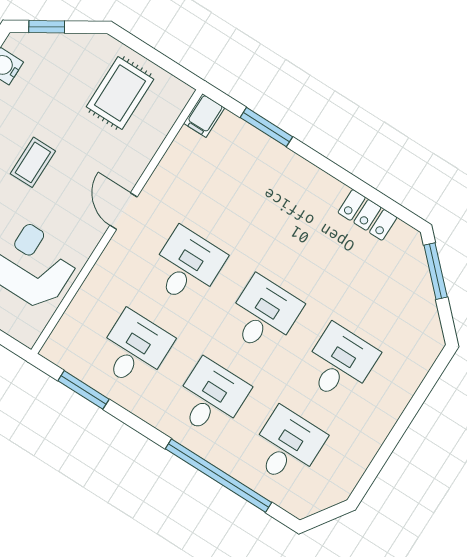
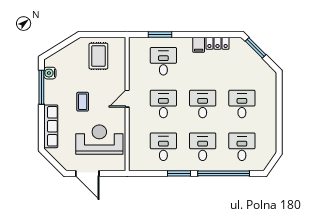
window: (47, 27) -> (56, 49), removed
filing cabinet: (204, 116) -> (199, 45), moved
desk: (240, 183) -> (163, 61), added
door: (123, 211) -> (127, 99), hinge flipped
window: (83, 390) -> (179, 173), moved

